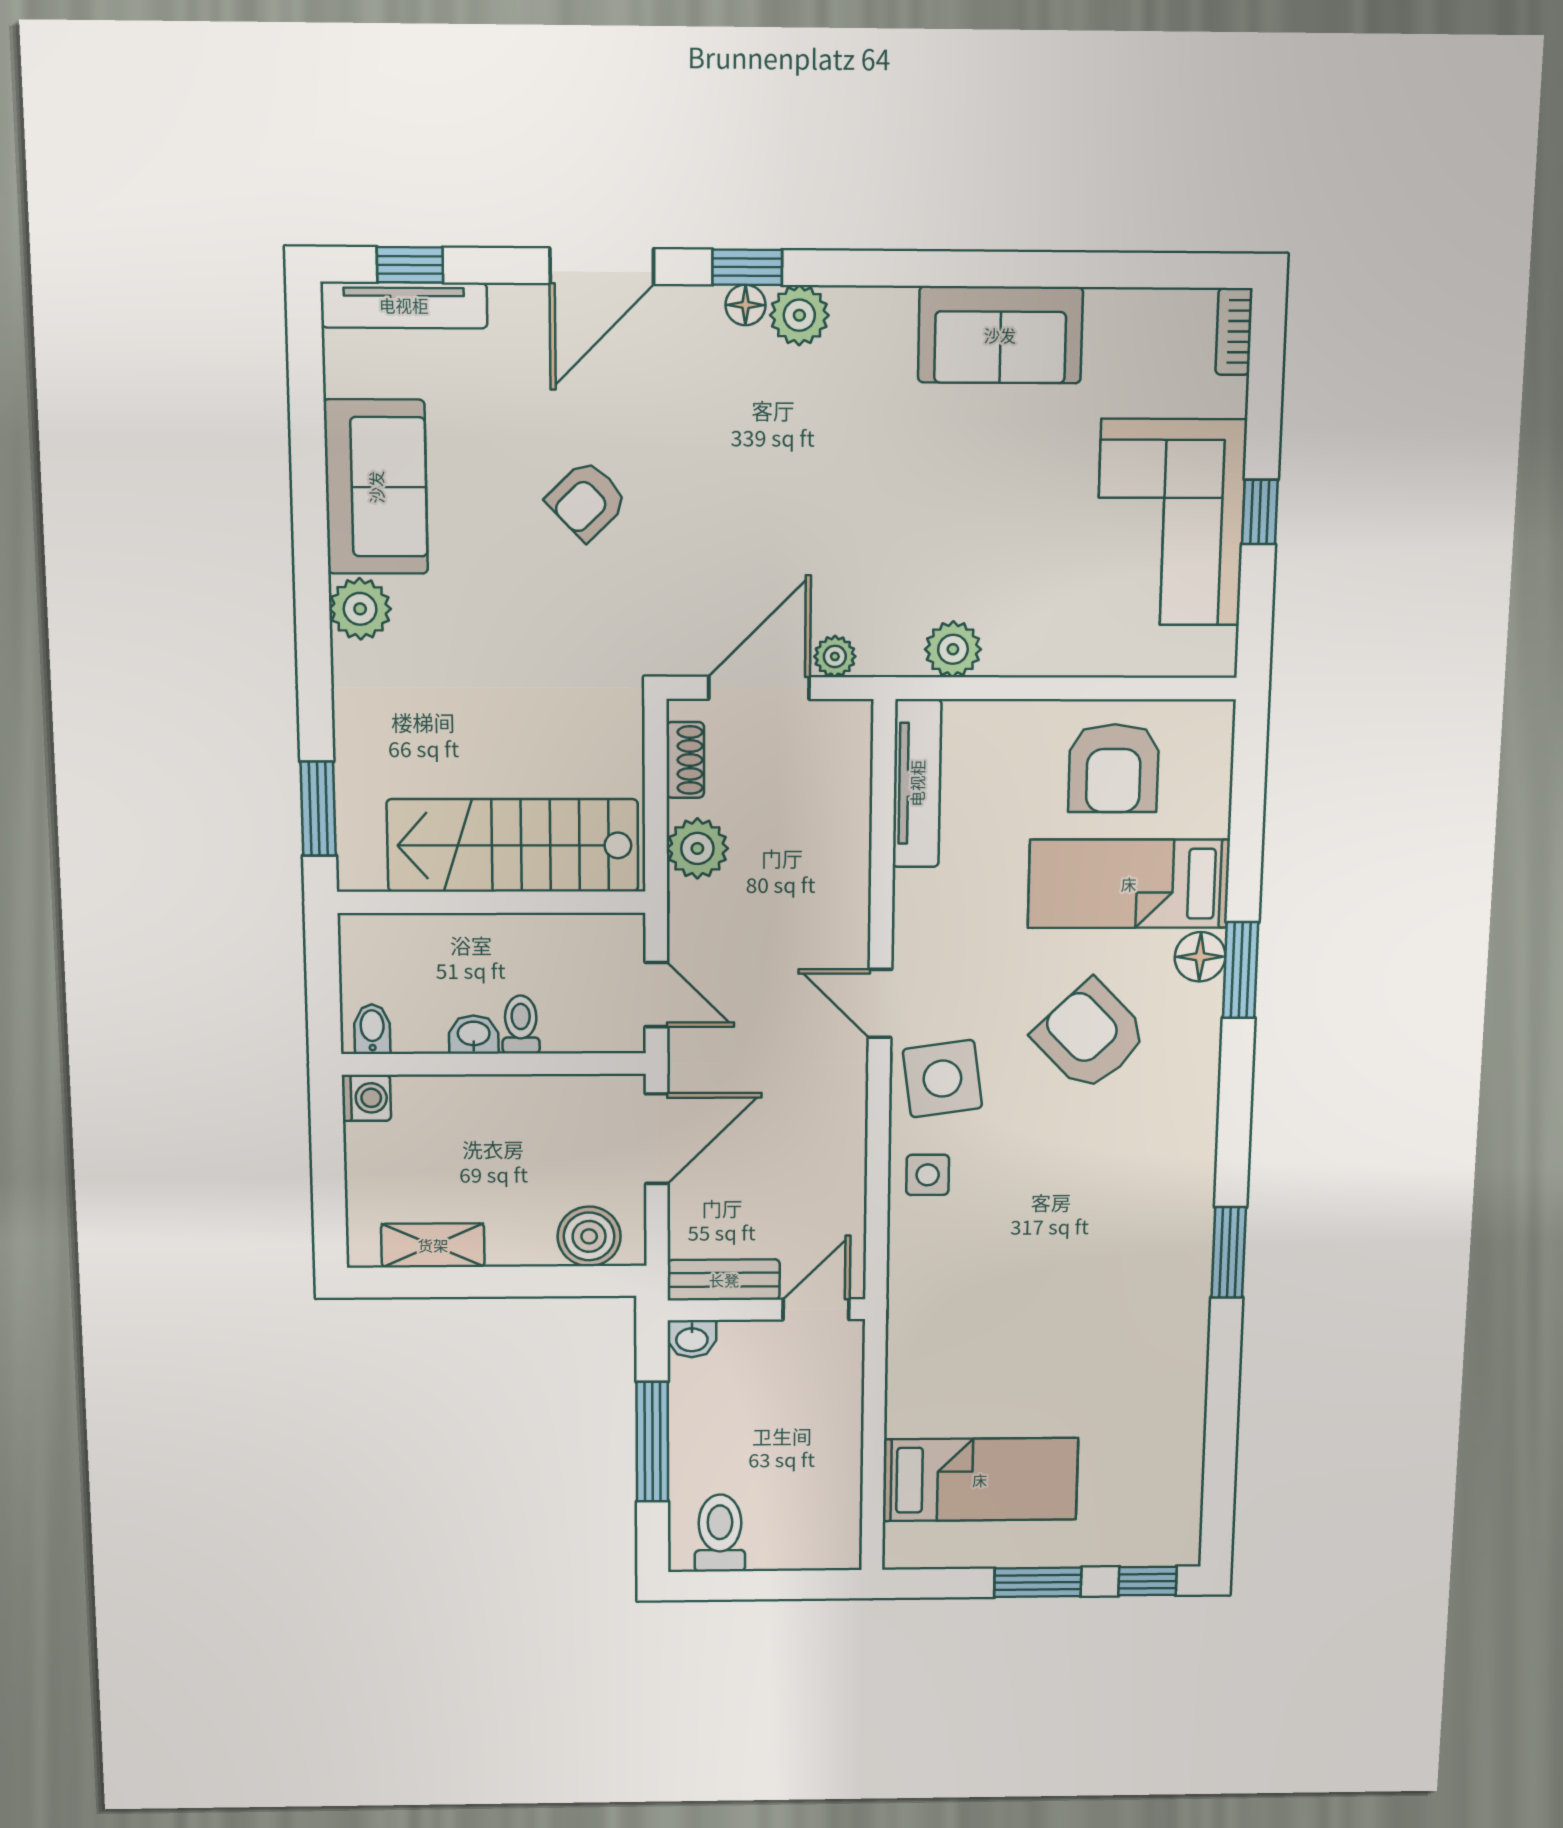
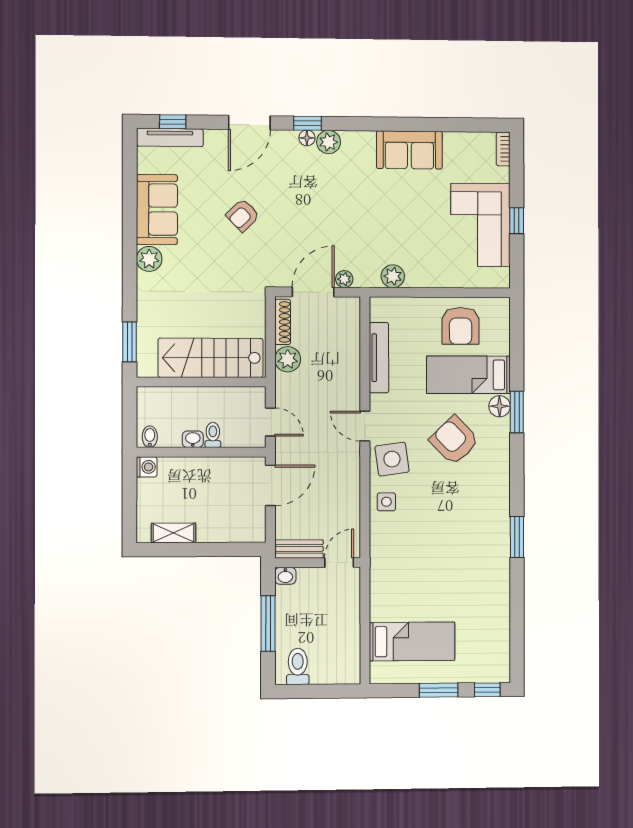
shoe rack: (685, 760) -> (283, 322), width x1.43
tv unit: (917, 783) -> (379, 358), moved
boiler: (589, 1236) -> (241, 529), removed

